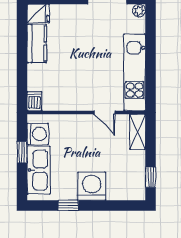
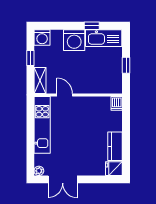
washing machine: (38, 134) -> (42, 37), moved, turned -90
kitchen sink: (39, 170) -> (104, 38), moved, turned -90
window: (151, 177) -> (30, 58), moved

